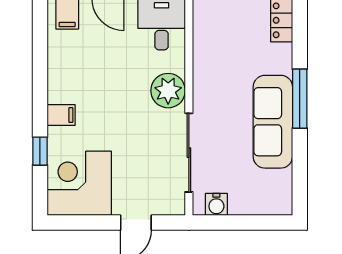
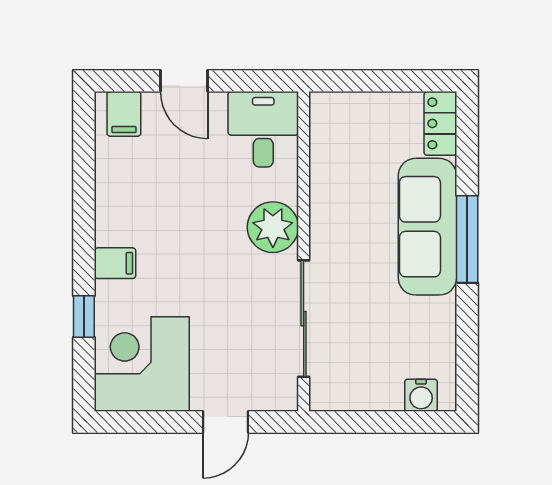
sofa: (273, 122) -> (427, 227), moved
water cooler: (216, 204) -> (421, 395), moved

